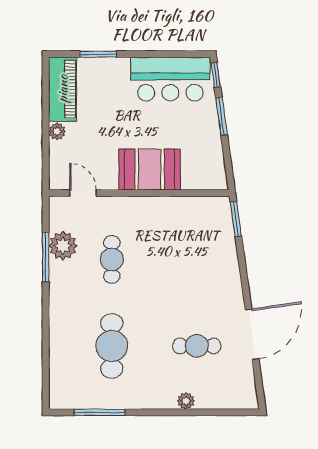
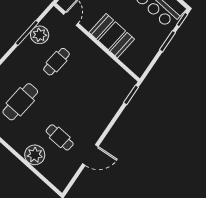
door: (252, 334) -> (90, 155), width x0.73
plant: (186, 401) -> (35, 155), width x1.87, depth x1.87

